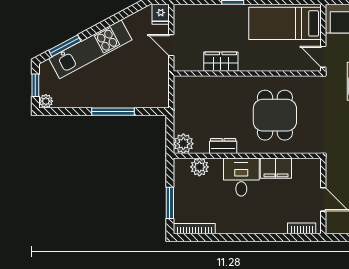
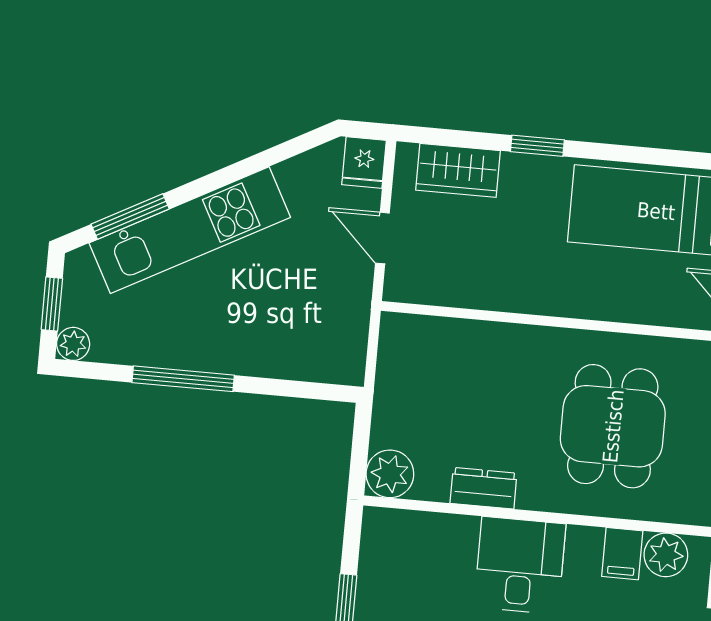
wardrobe: (221, 62) -> (458, 170), moved, turned 180
window: (113, 112) -> (183, 379), moved
plant: (199, 167) -> (666, 555), moved
filing cabinet: (276, 168) -> (622, 554), width x0.50

